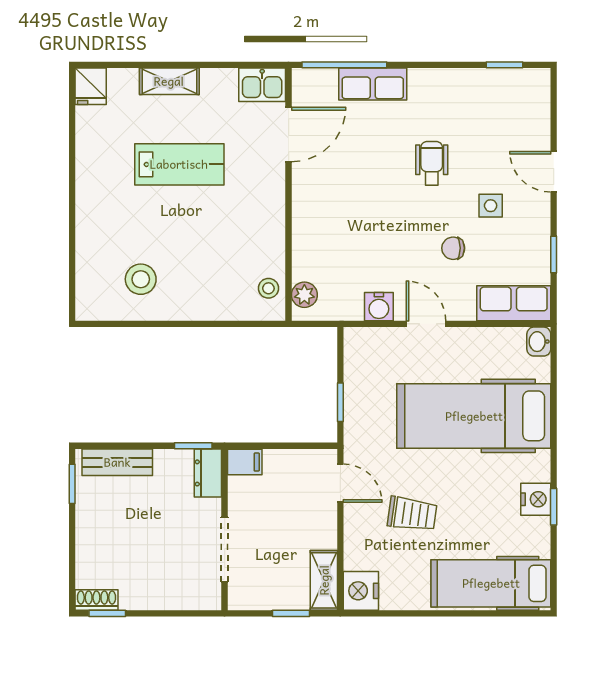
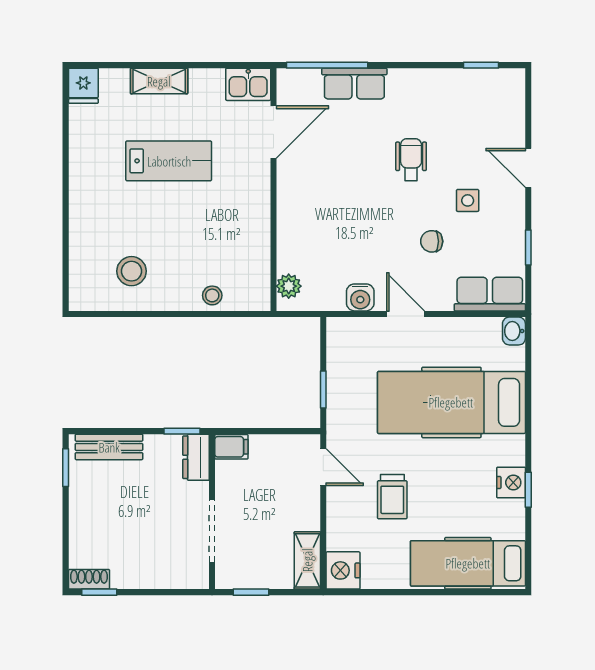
stool: (268, 288) -> (212, 295), moved
trolley: (412, 514) -> (392, 497), turned 82
window: (291, 613) -> (251, 592), moved

